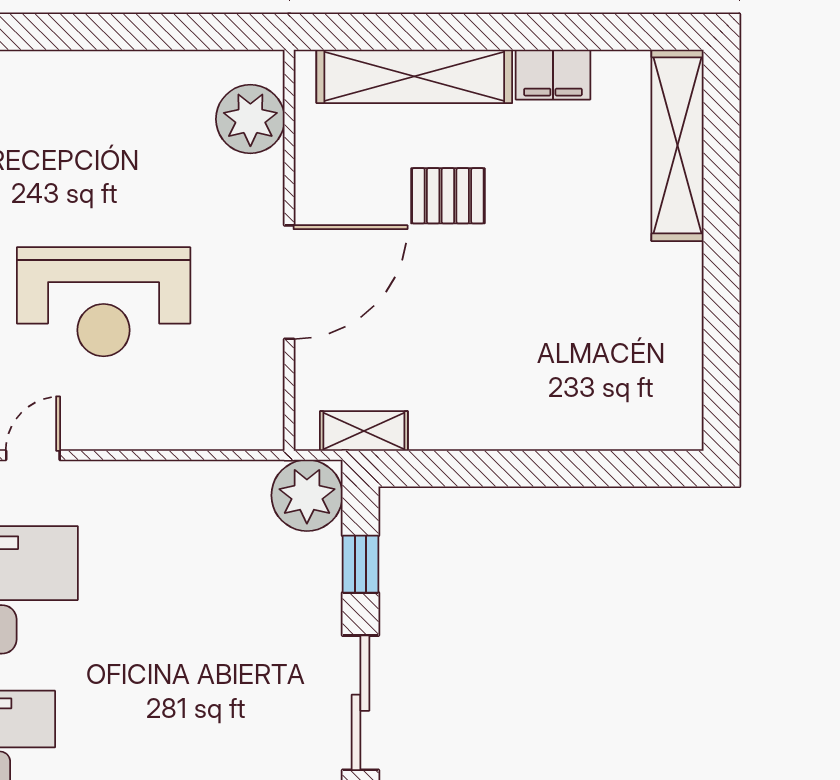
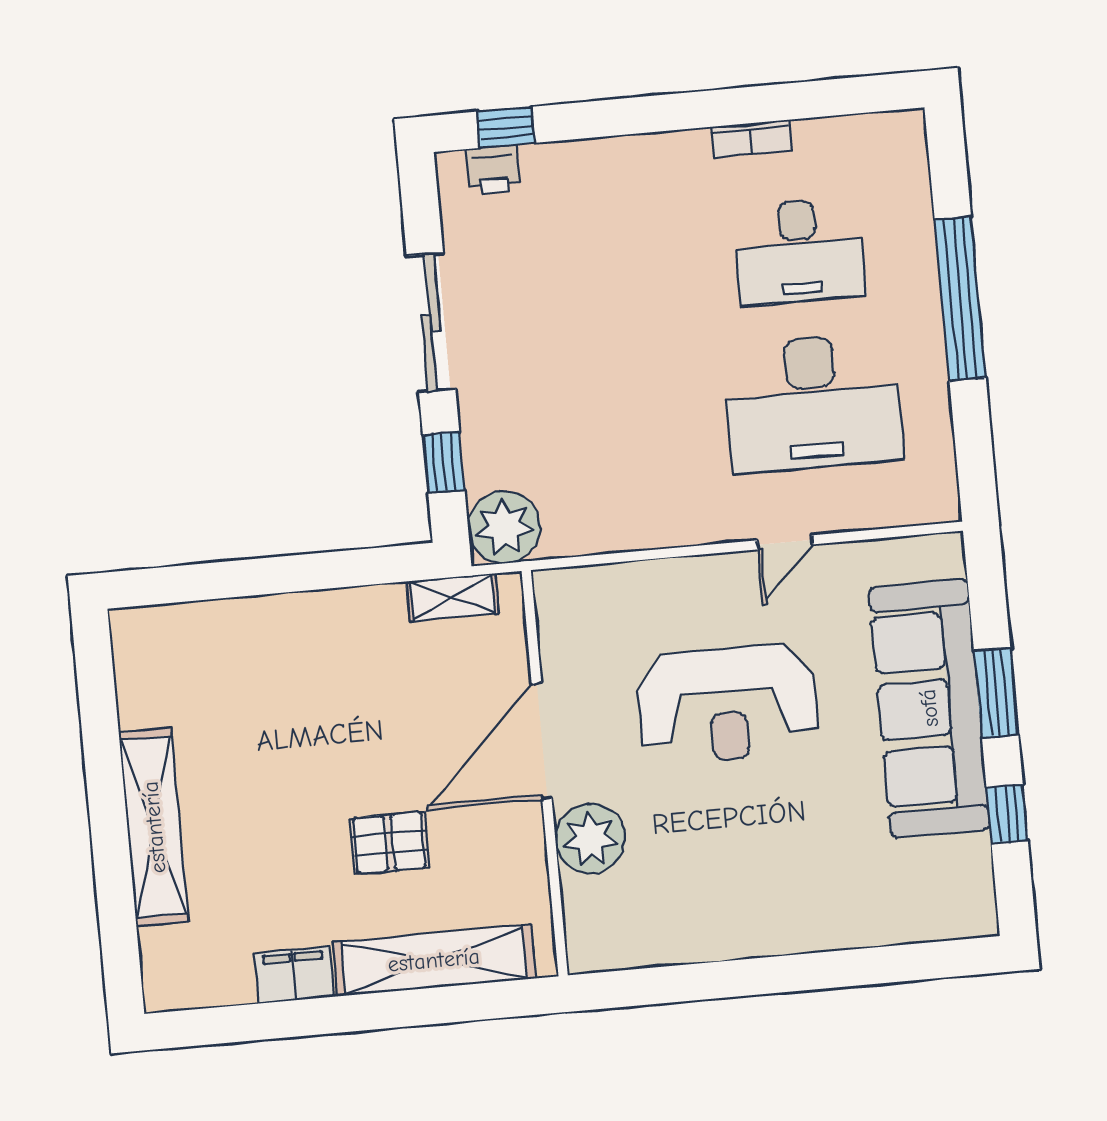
plant: (250, 119) -> (590, 839), moved
shelving: (678, 145) -> (154, 827), moved
reception desk: (104, 302) -> (728, 704), turned 180

